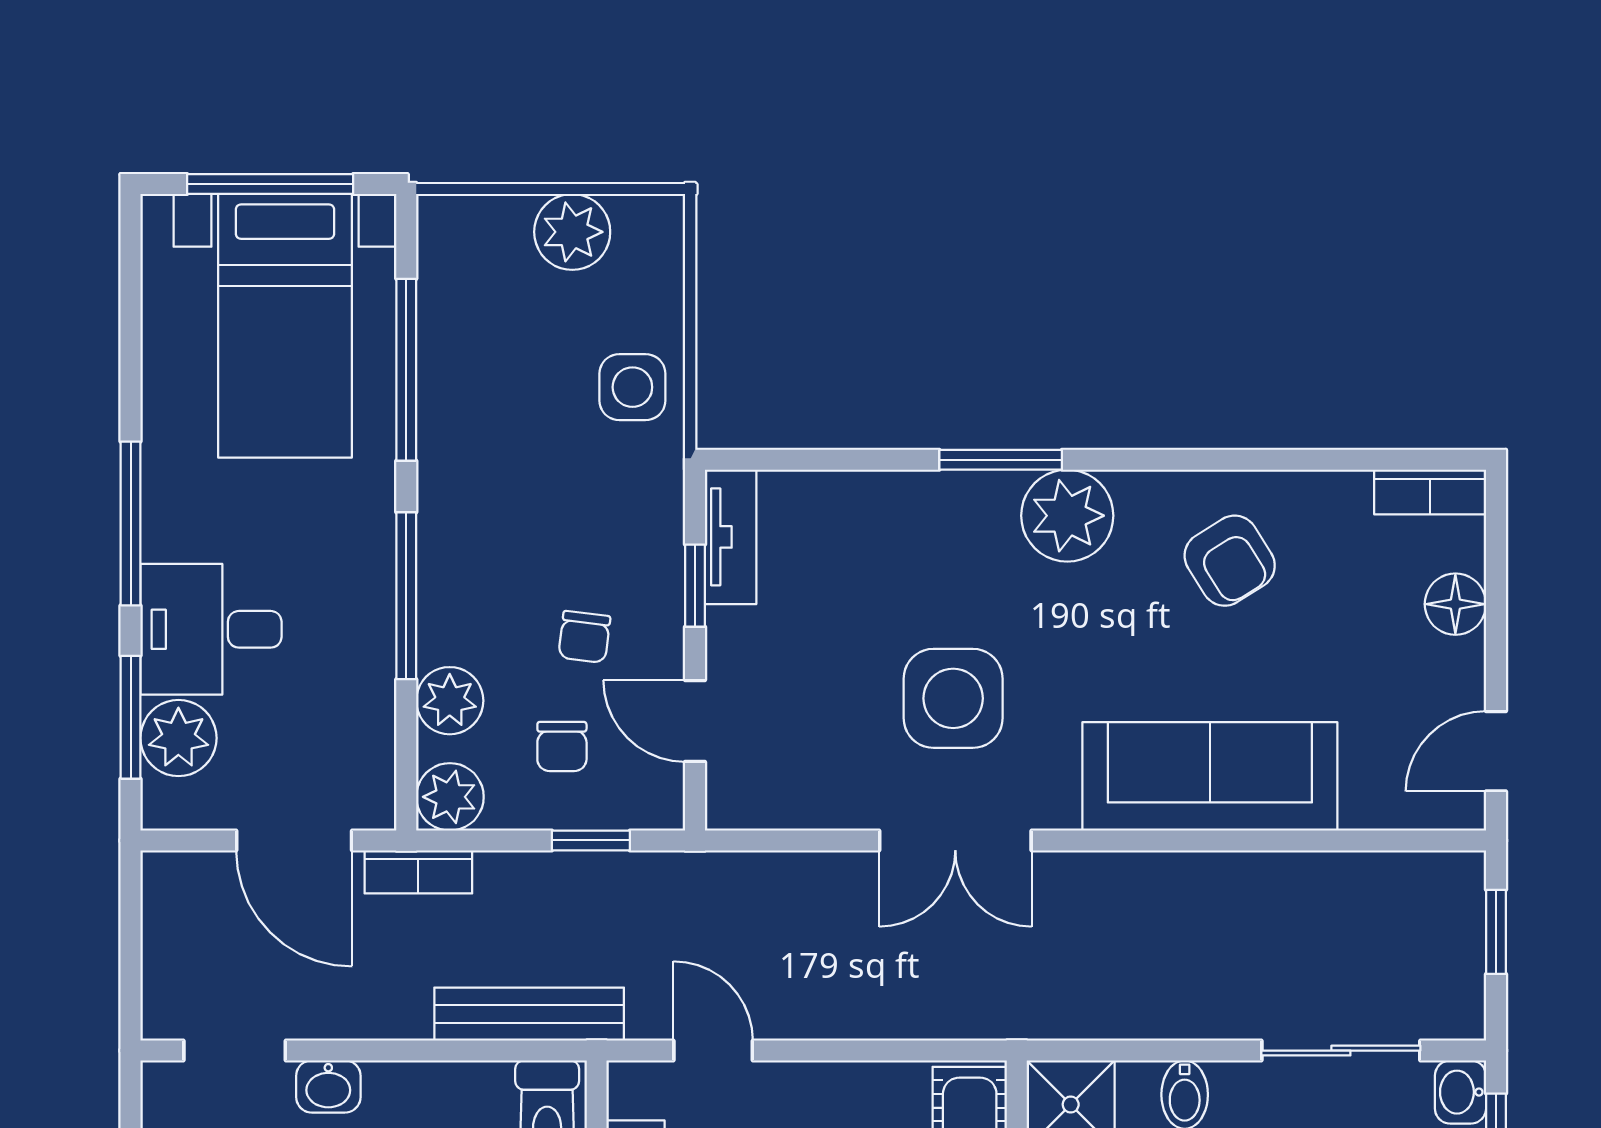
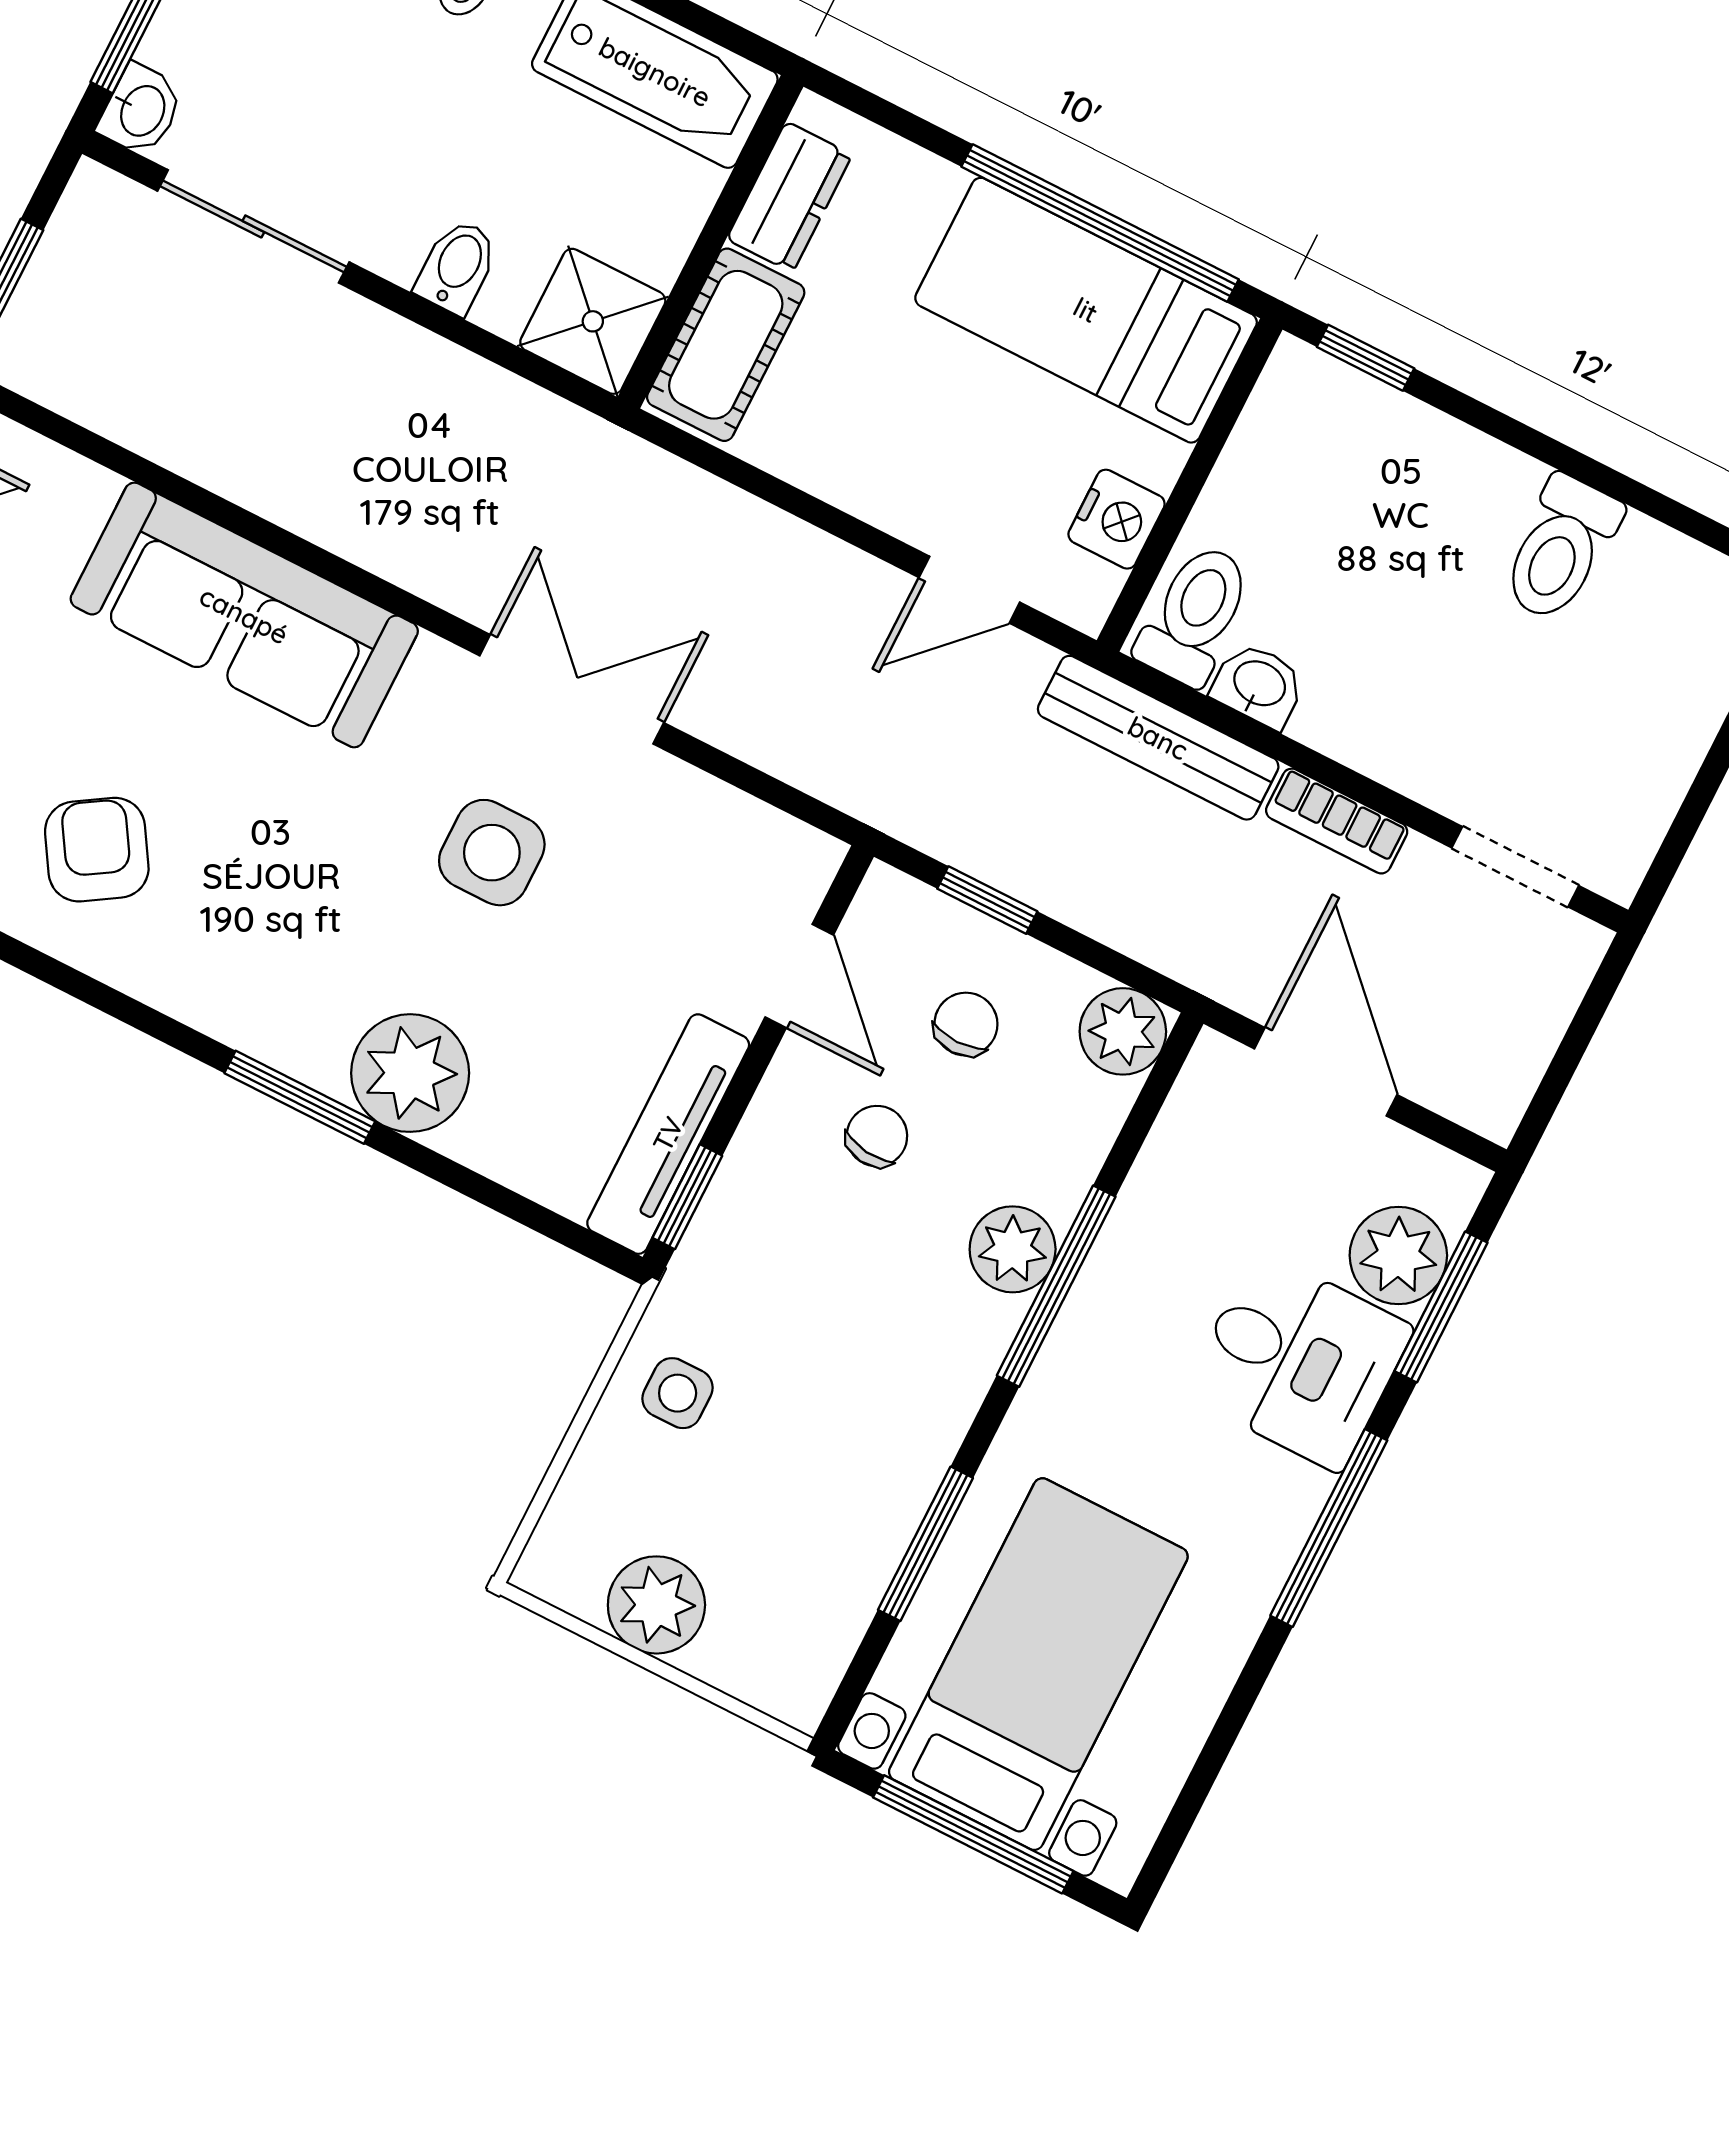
window: (406, 370) -> (925, 1544), width x0.69
side table: (632, 387) -> (678, 1393), width x0.73, depth x0.73
plant: (1067, 516) -> (410, 1073), moved
tv unit: (731, 537) -> (668, 1134), width x1.41
window: (695, 586) -> (687, 1197), moved
side table: (953, 698) -> (492, 853), width x0.73, depth x0.73
plant: (450, 701) -> (1013, 1249), moved
bookcase: (418, 872) -> (1337, 821), moved, turned 180
door: (713, 1051) -> (969, 590), hinge flipped
washbasin: (328, 1086) -> (1259, 685), moved

